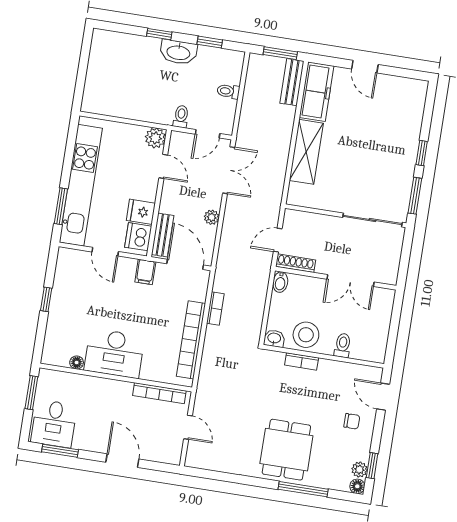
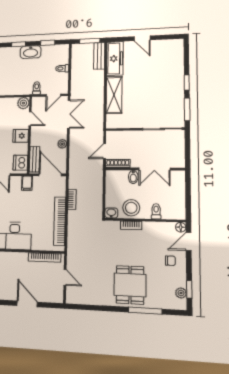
fridge: (141, 212) -> (21, 136), moved
bidet: (280, 282) -> (133, 177), moved
door: (383, 397) -> (189, 242), hinge flipped
floor lamp: (357, 486) -> (181, 227), moved

